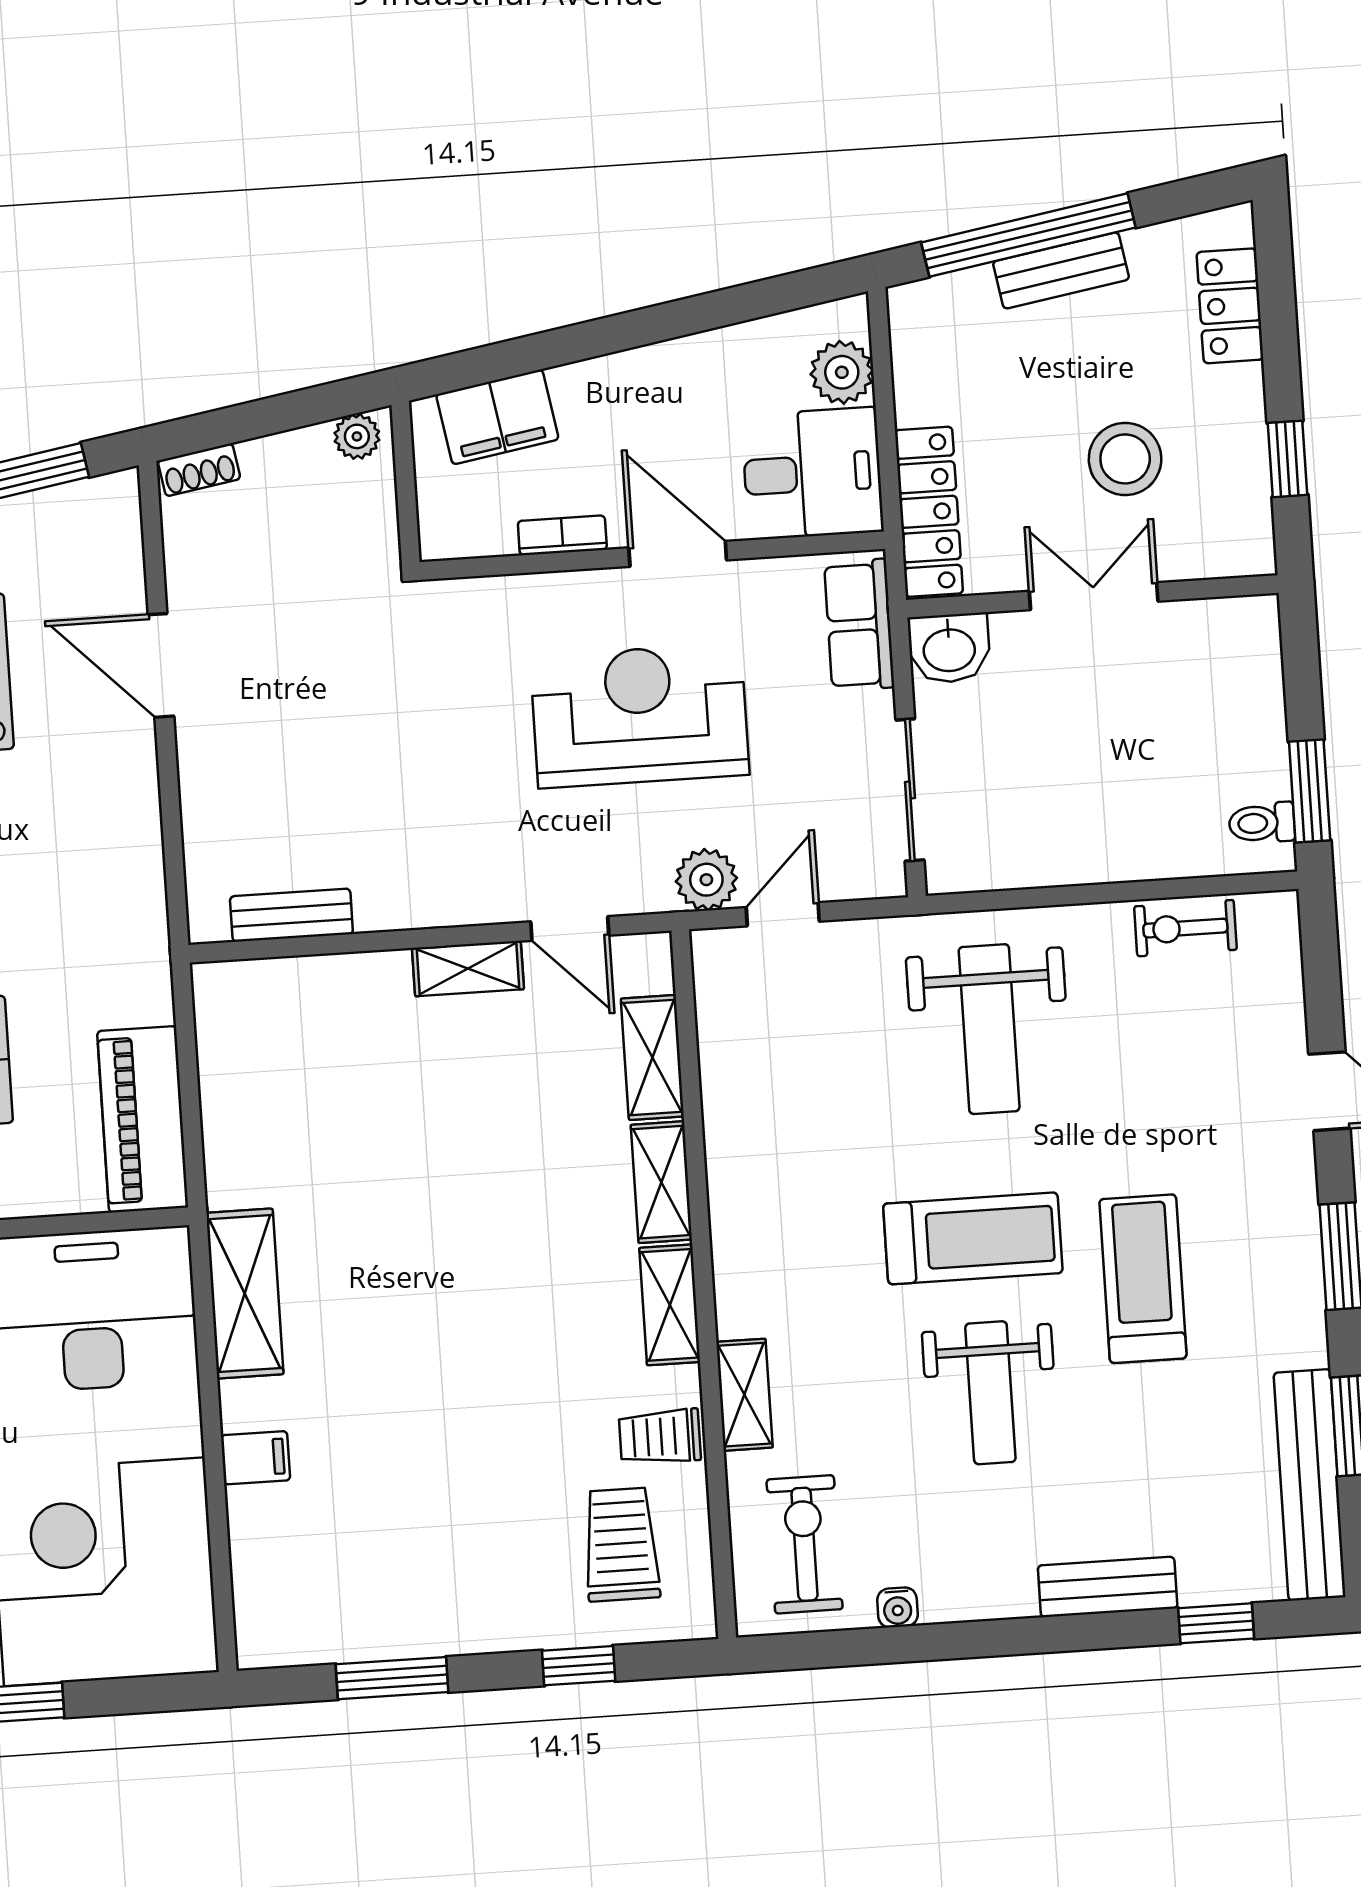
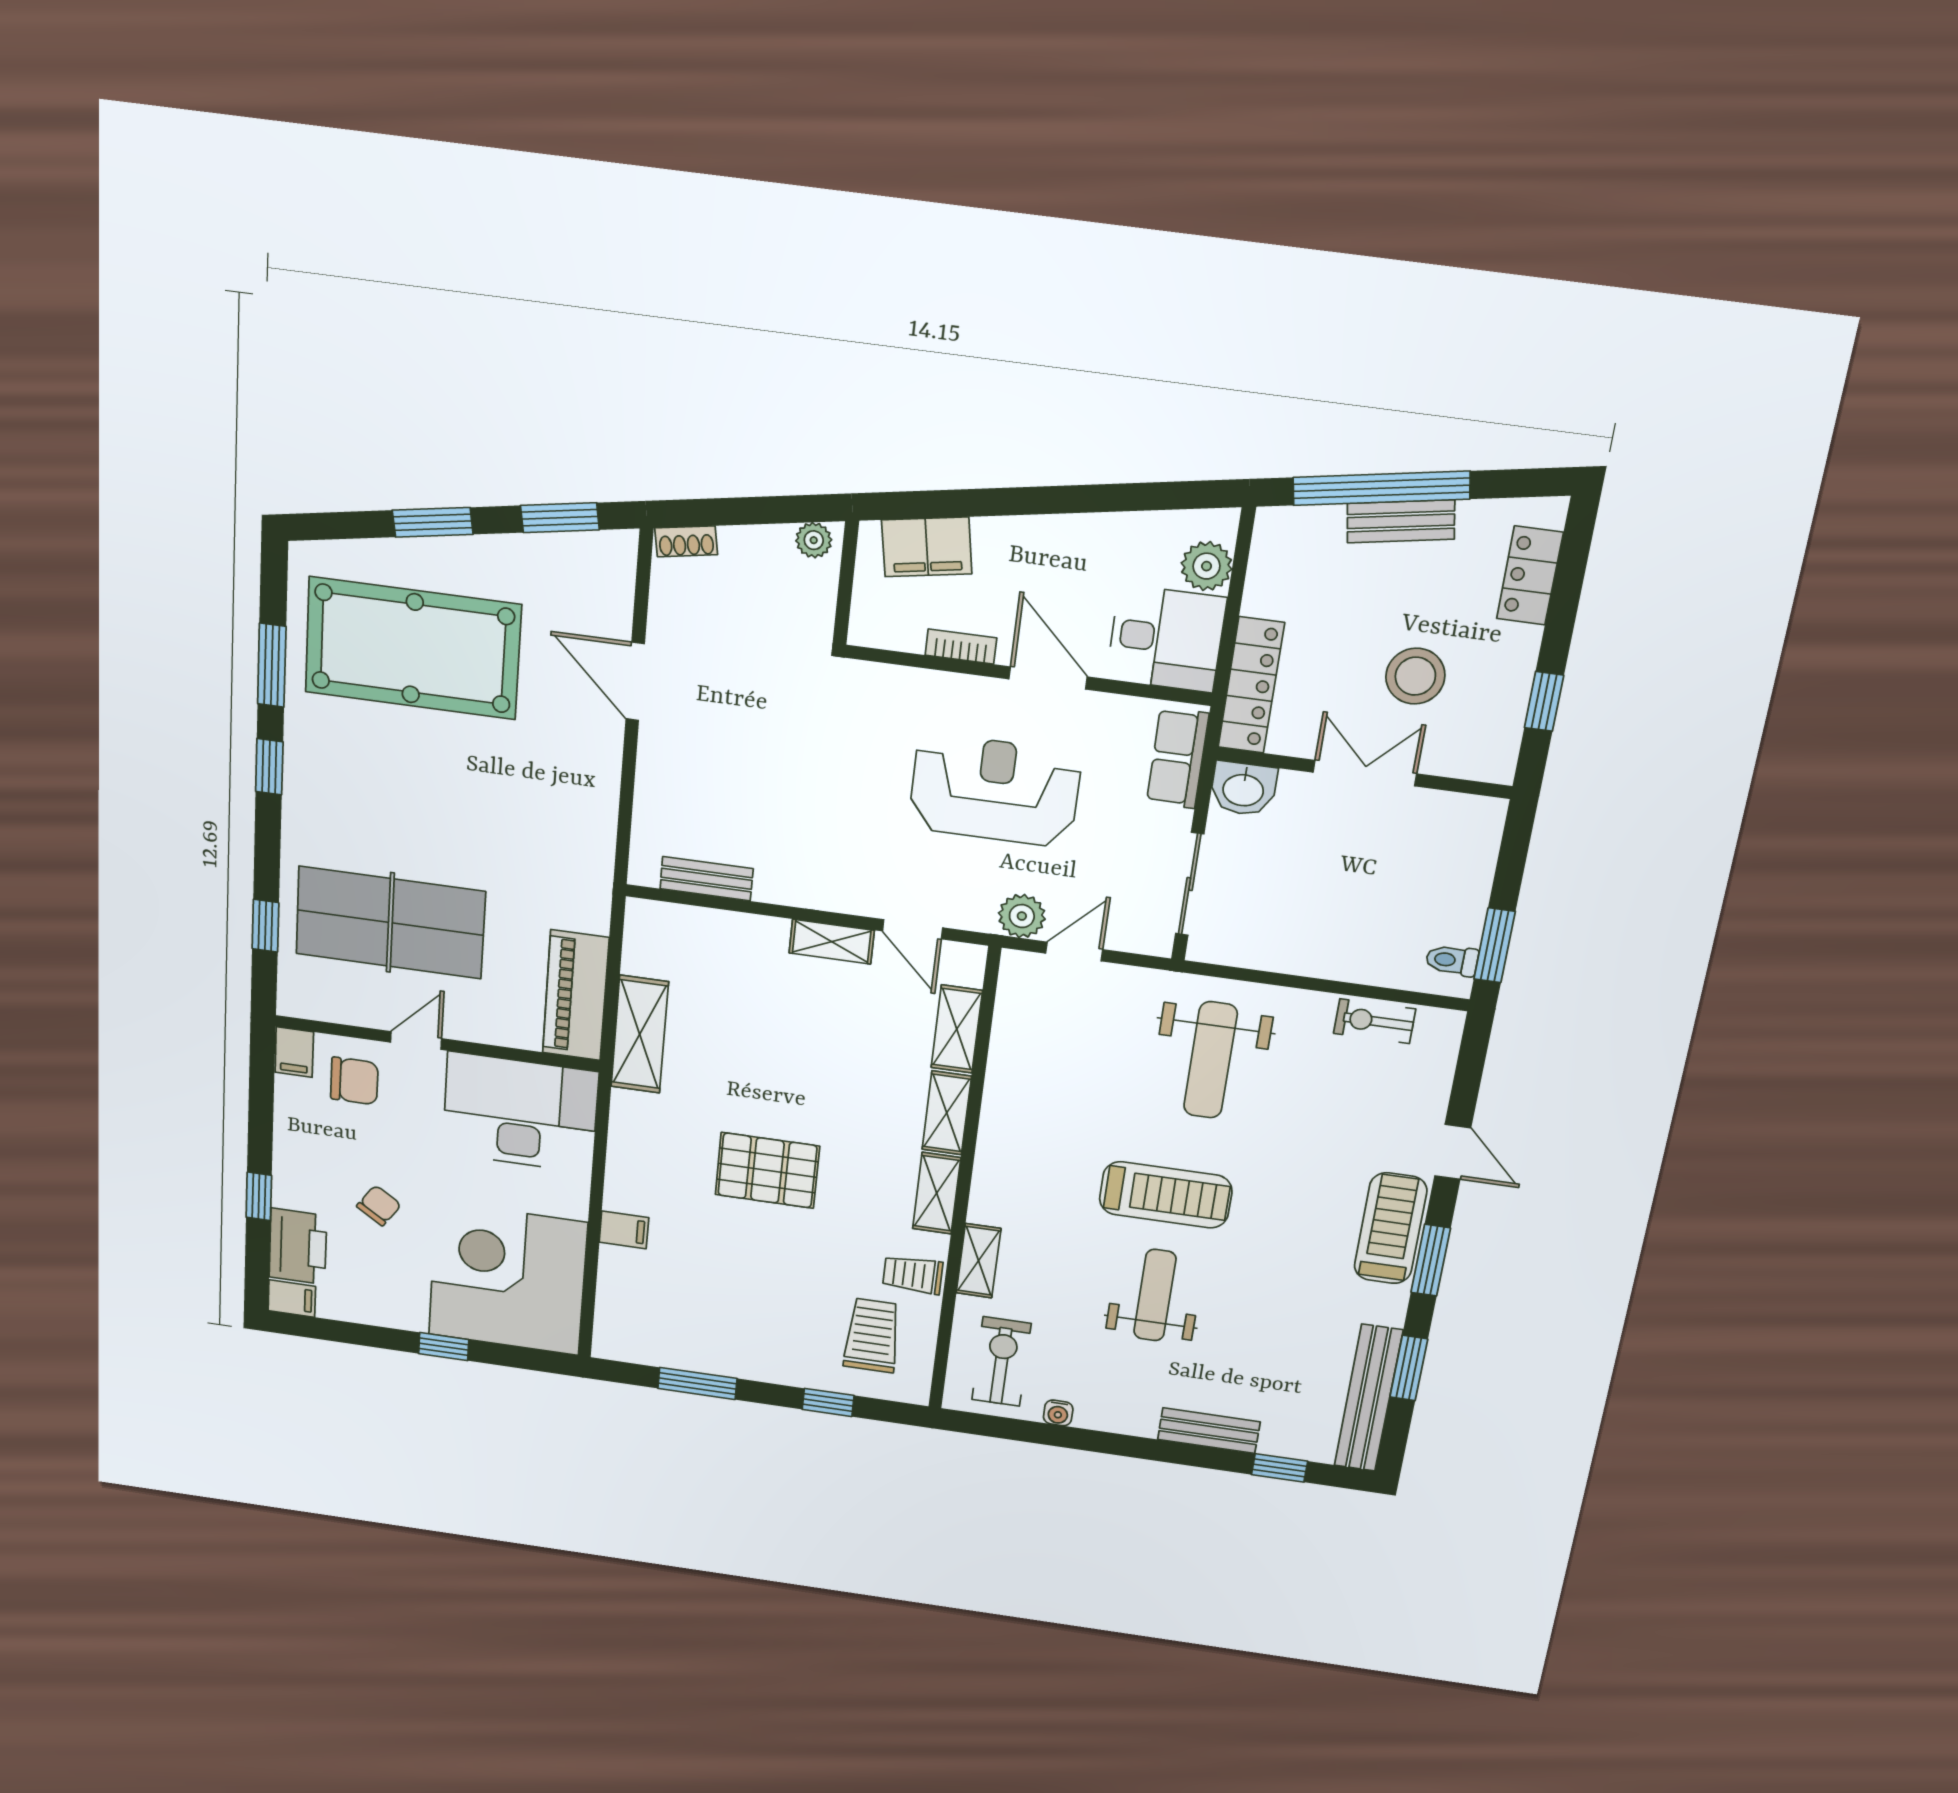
treadmill: (1143, 1279) -> (1391, 1228), moved
shelving: (245, 1294) -> (640, 1034), moved
pallet: (437, 1322) -> (767, 1170), added
weight bench: (990, 1393) -> (1155, 1295), turned 180

